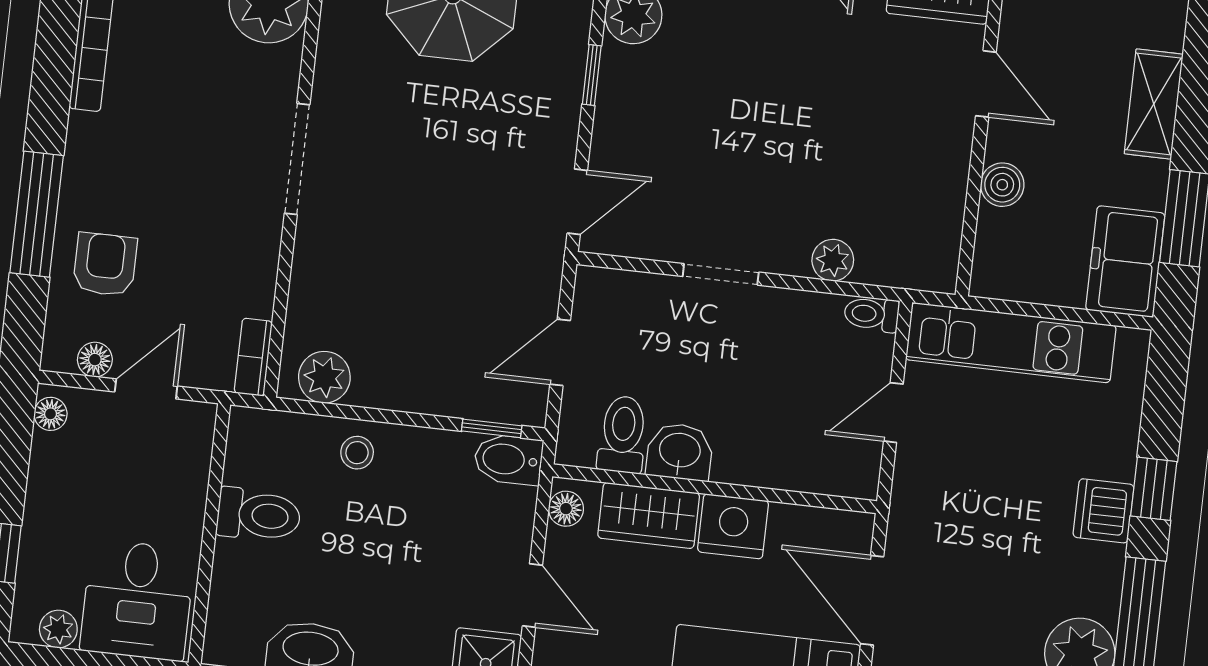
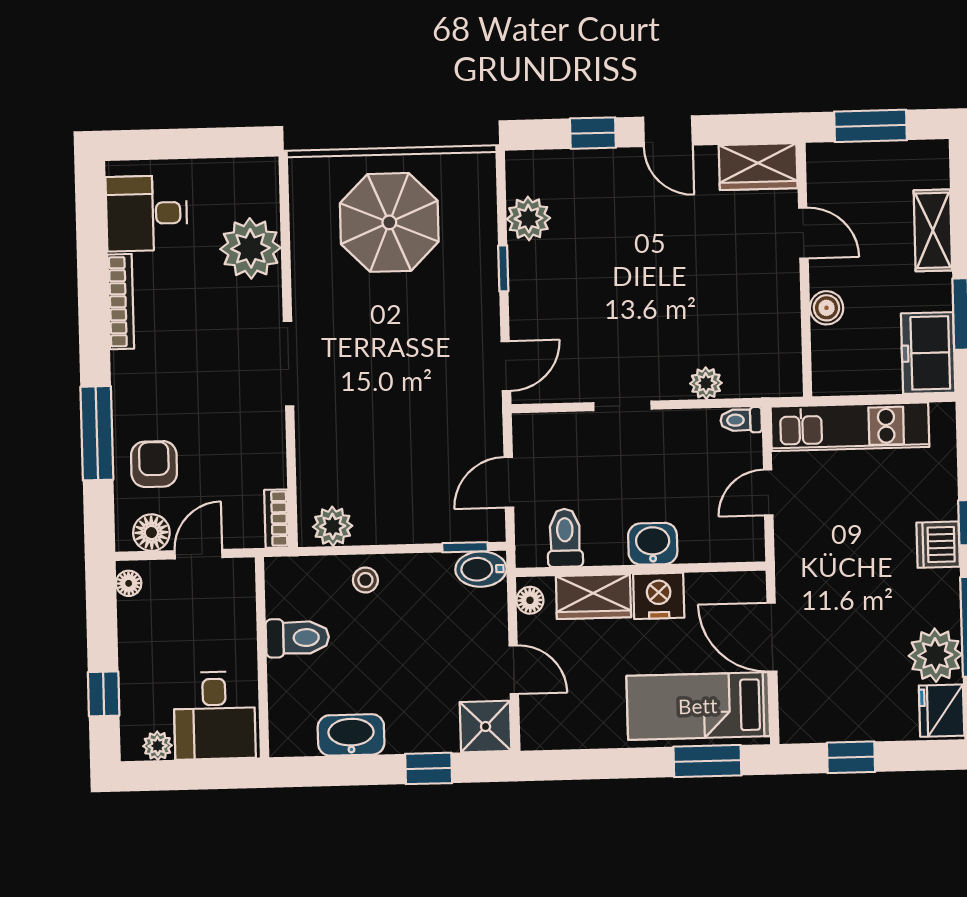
floor lamp: (95, 360) -> (151, 533), width x1.37, depth x1.37
washbasin: (680, 452) -> (653, 544), moved

